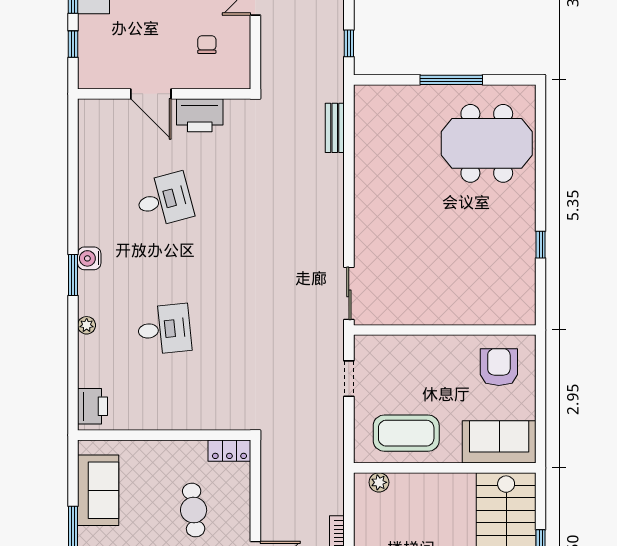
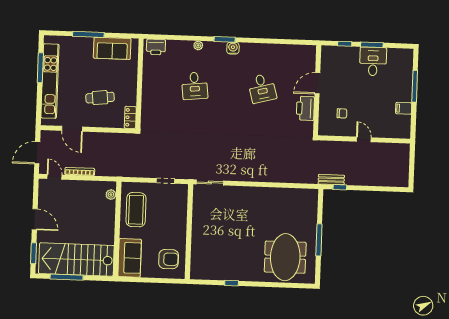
bench: (335, 128) -> (331, 180), moved

